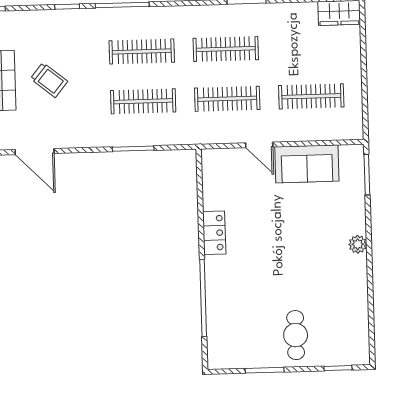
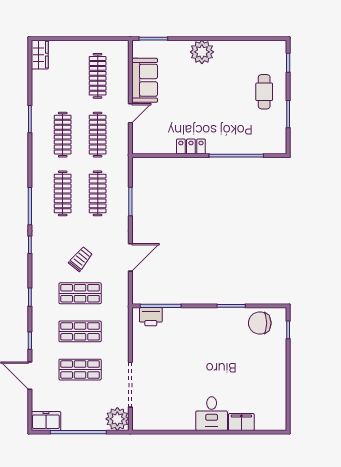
door: (35, 152) -> (130, 257), moved
plant: (358, 244) -> (202, 52), width x1.88, depth x1.88
cafe table: (296, 335) -> (264, 92), turned 90

